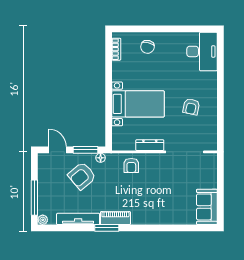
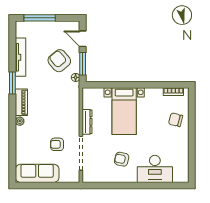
desk: (202, 51) -> (155, 169), moved
door: (58, 150) -> (83, 39), swing flipped
armchair: (131, 165) -> (57, 144), moved
sofa: (207, 207) -> (37, 173), width x1.36
piano: (115, 218) -> (21, 102), moved
plant: (43, 220) -> (20, 121), moved

